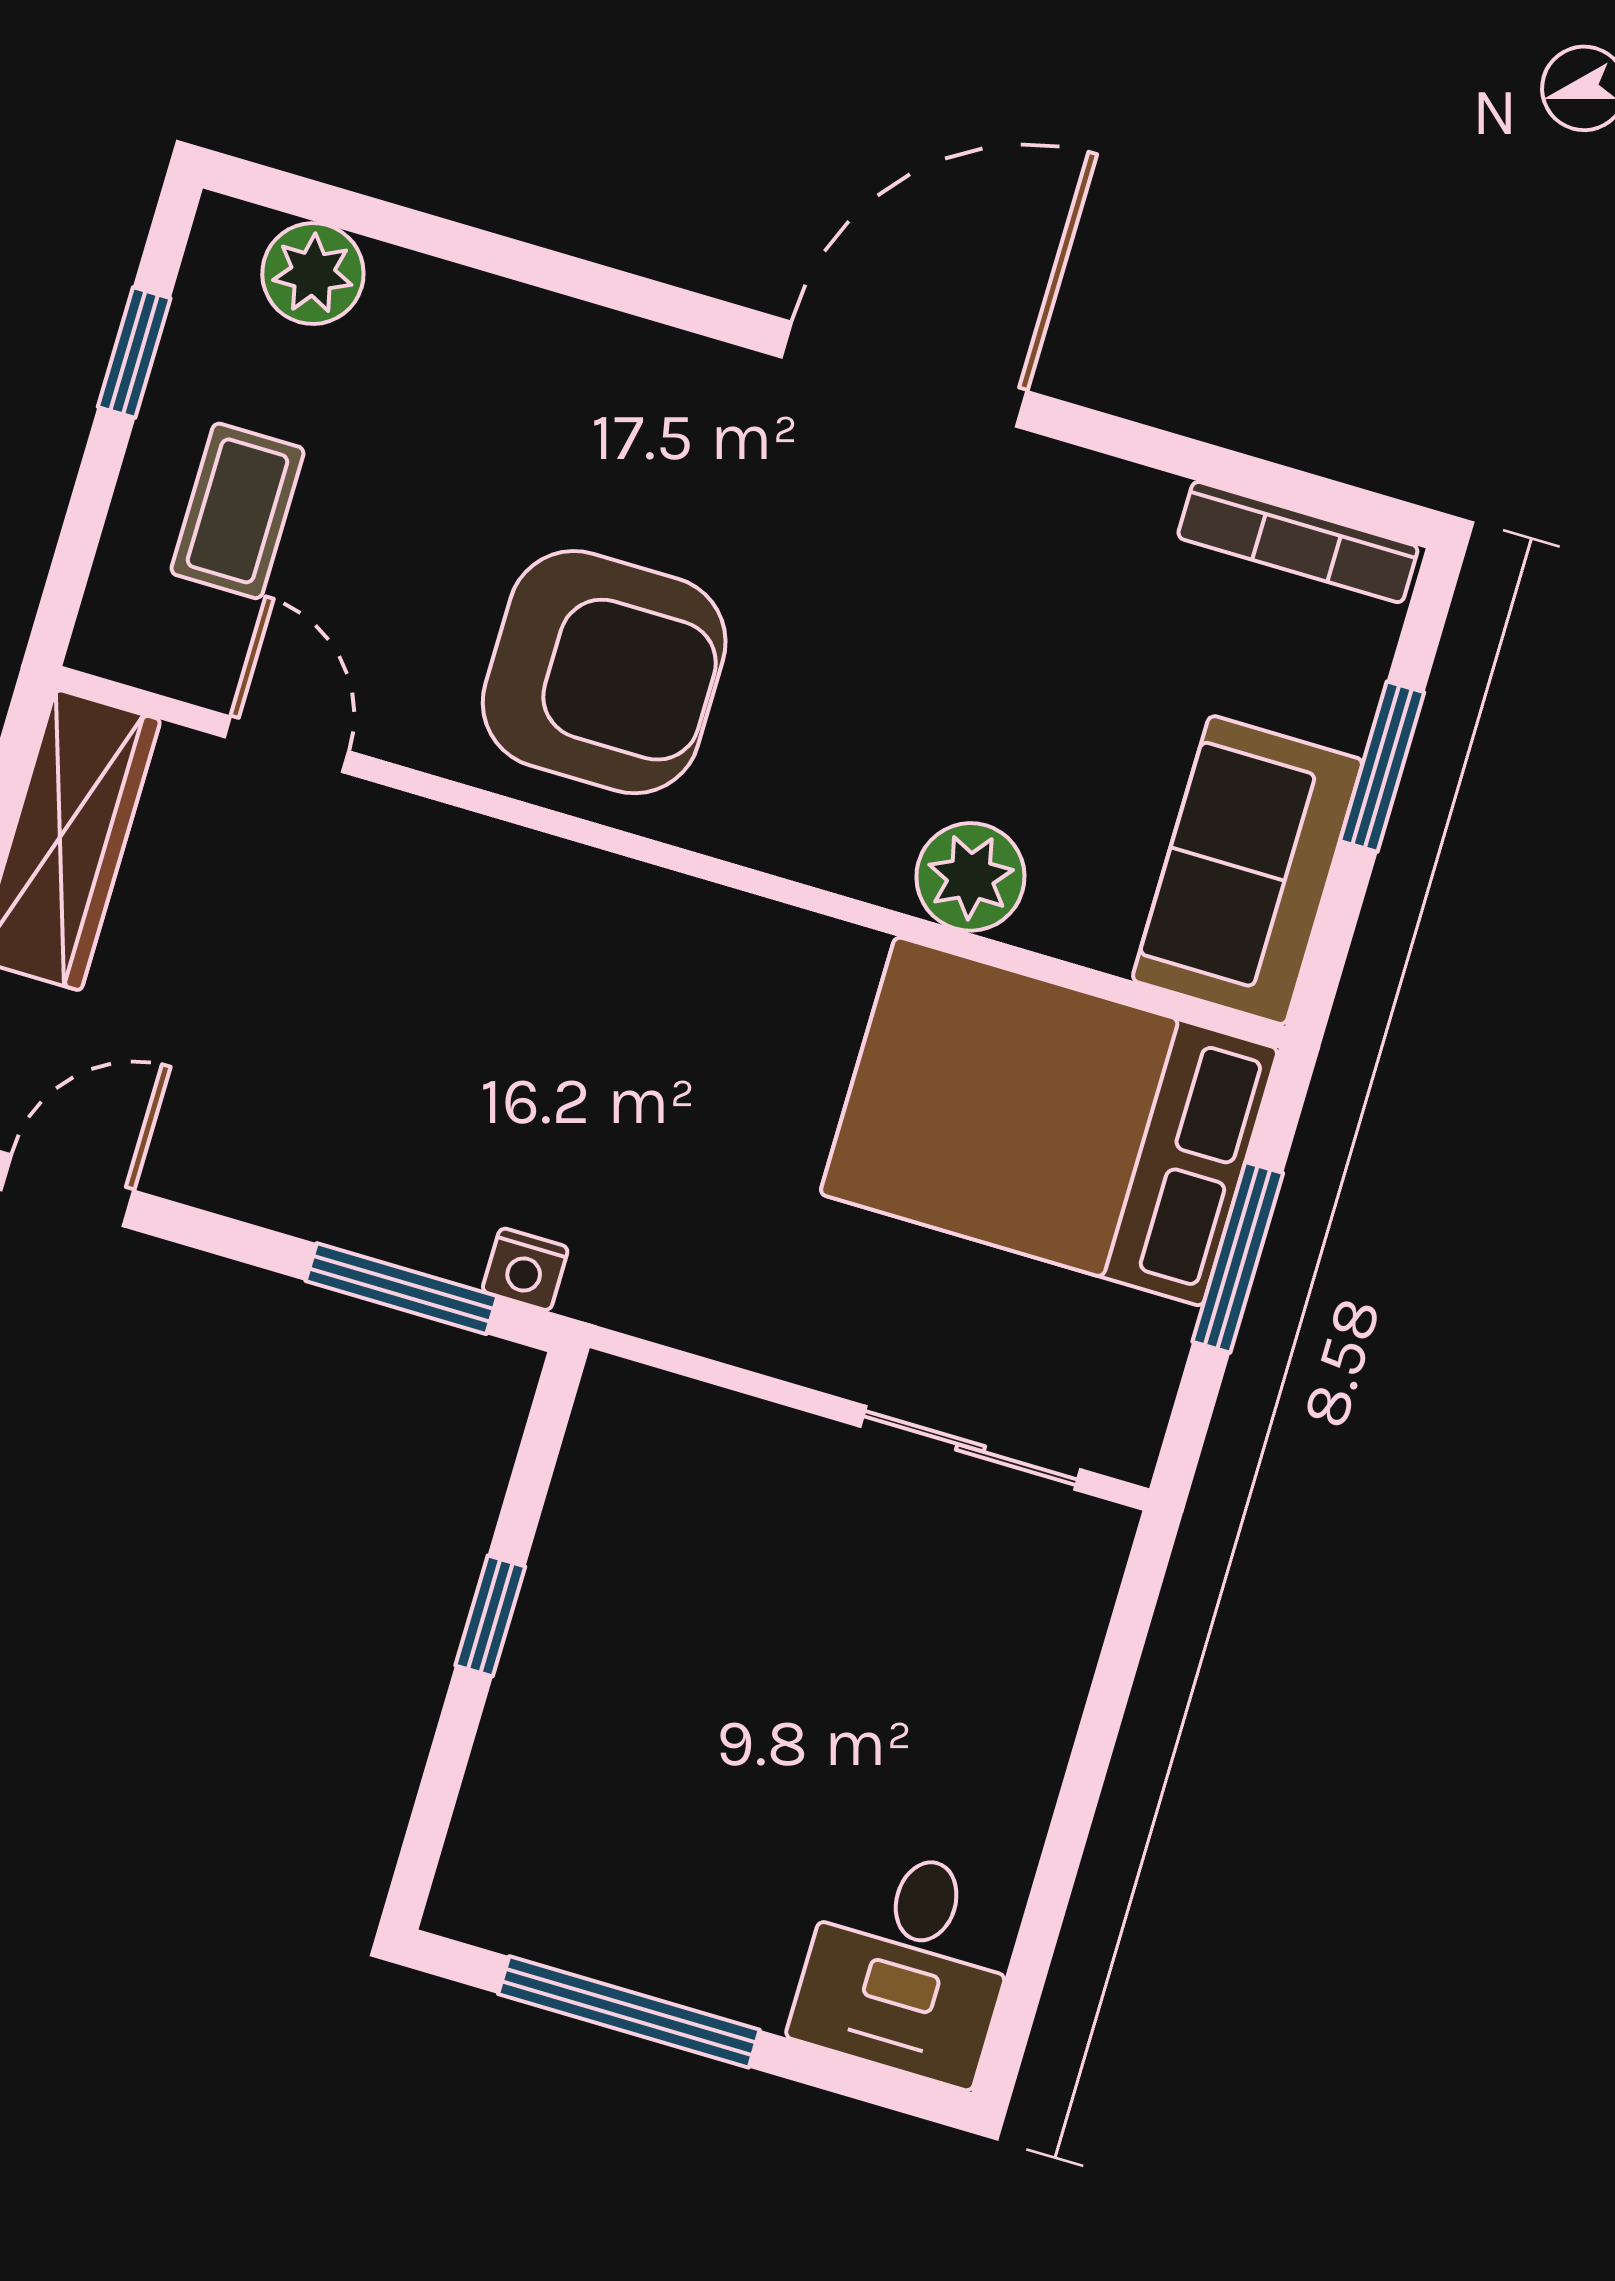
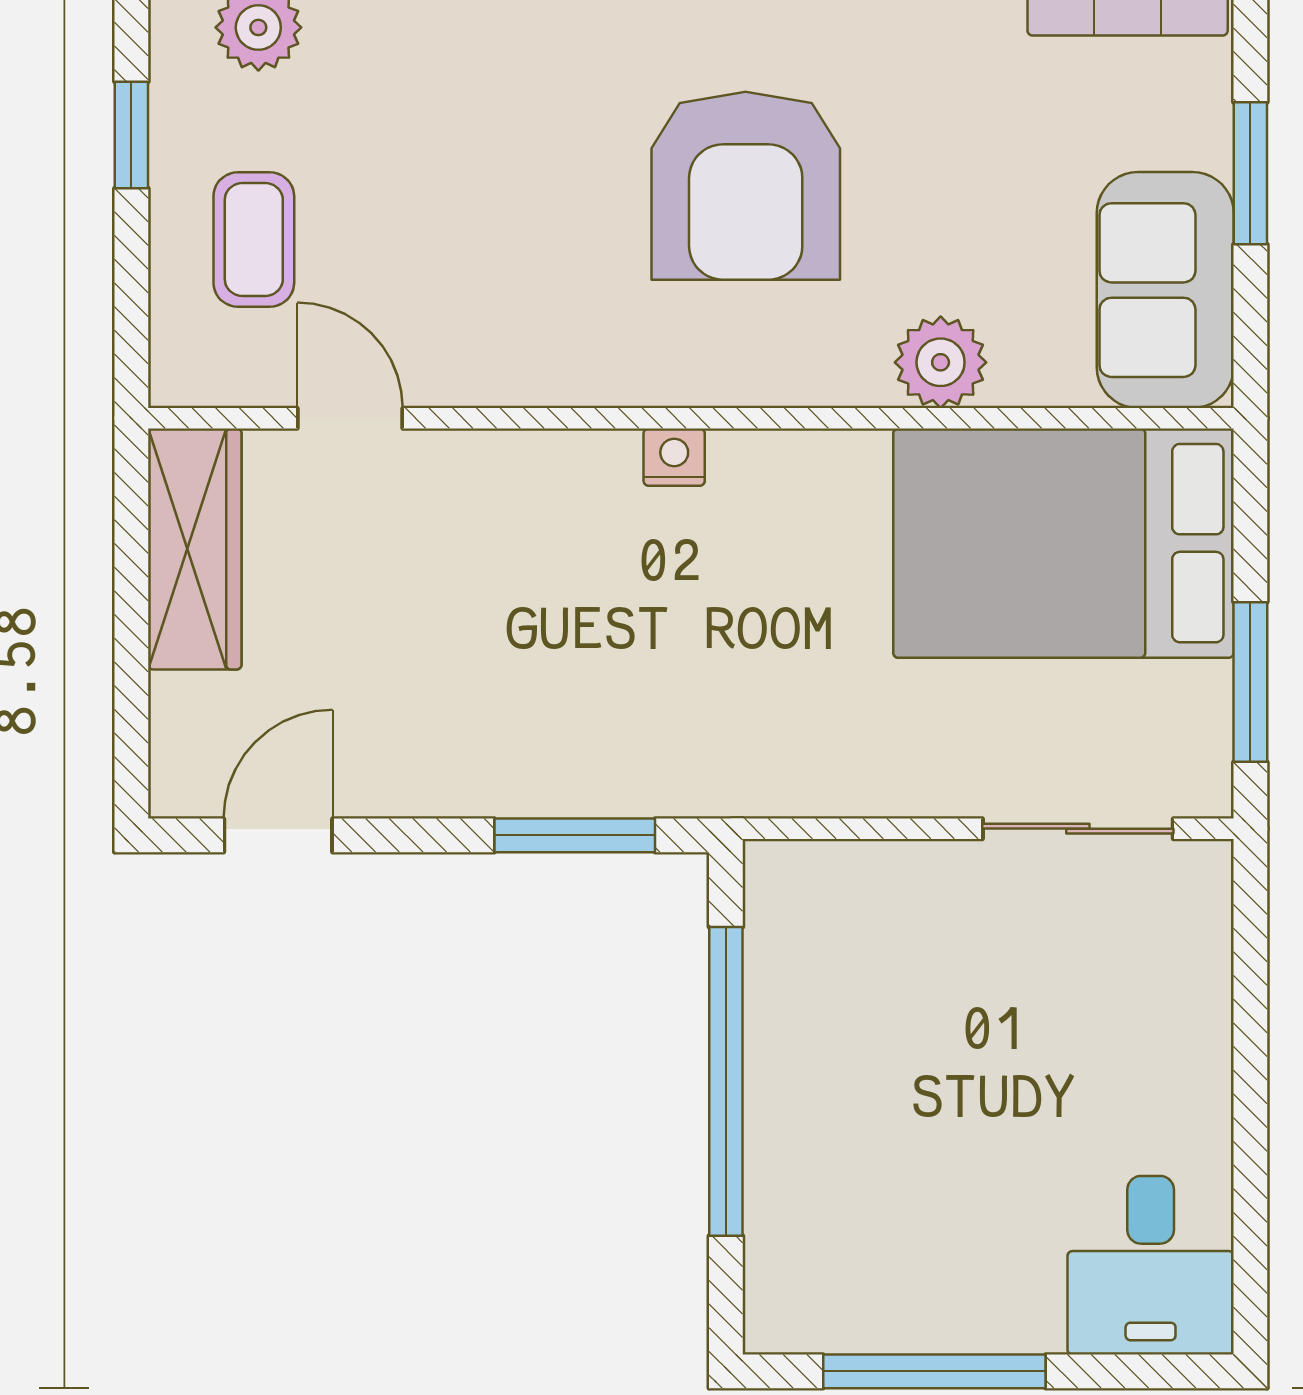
armchair: (604, 672) -> (746, 186), moved, turned 90
window: (1238, 1257) -> (1250, 682), moved
nightstand: (525, 1269) -> (674, 457), moved, turned 180
window: (490, 1616) -> (726, 1081), width x3.17

